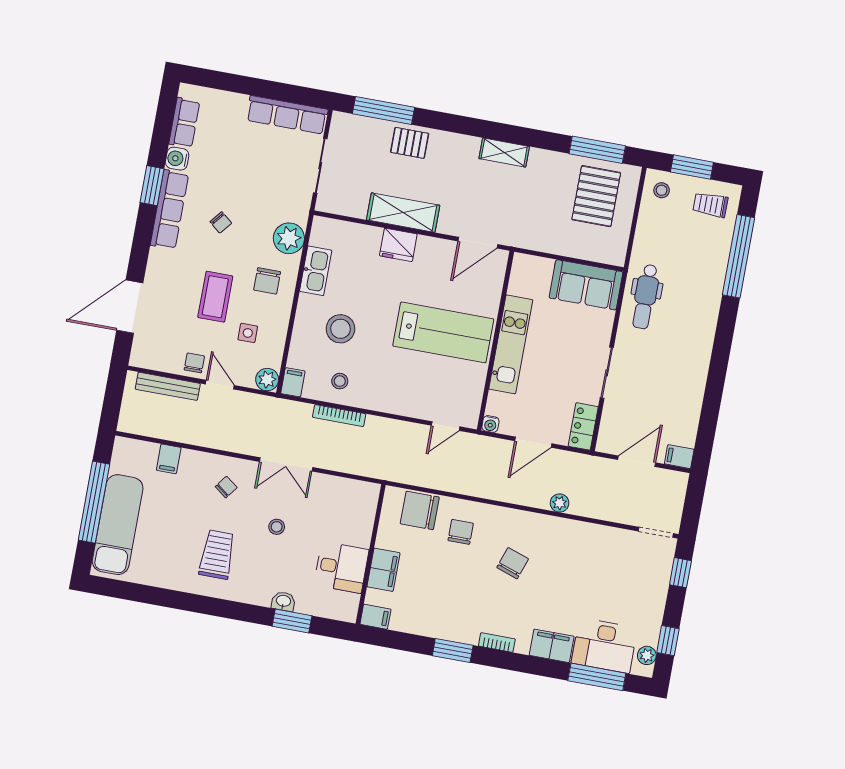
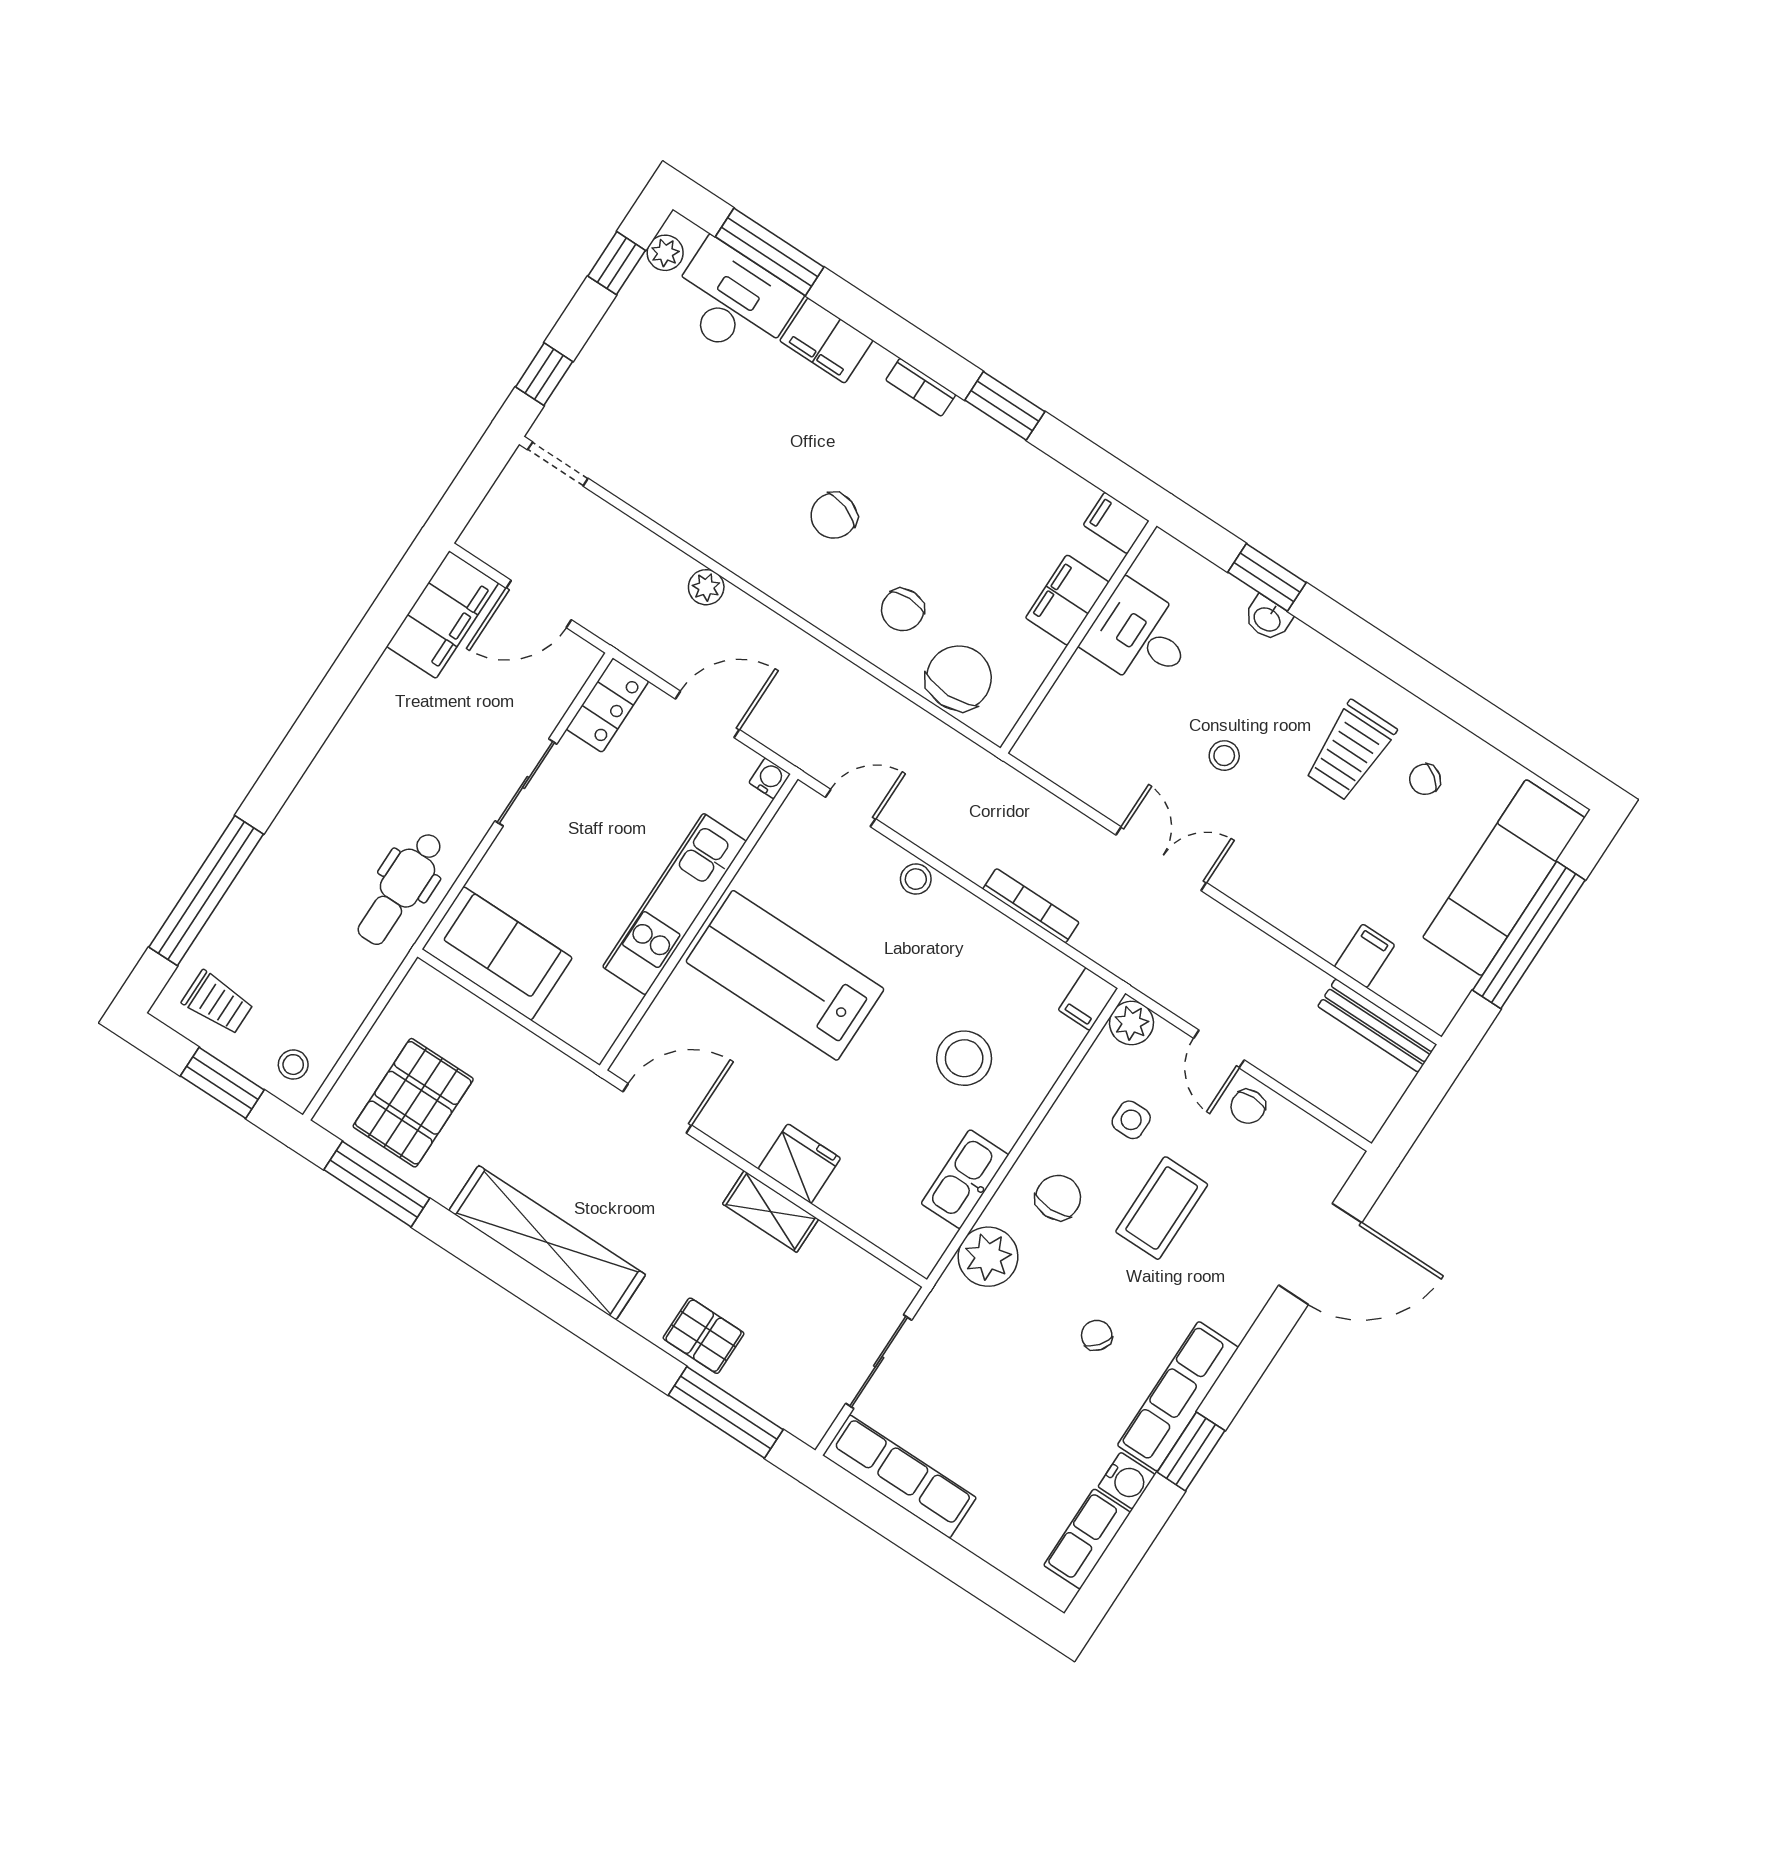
shelving: (504, 152) -> (547, 1243), width x2.20, depth x1.33
shelving: (403, 213) -> (771, 1212), width x0.67, depth x0.75
dental chair: (645, 297) -> (401, 888), turned 180
stool: (340, 381) -> (916, 879), moved
bench: (168, 386) -> (1377, 1025), moved
filing cabinet: (679, 457) -> (443, 615), width x3.00, depth x1.17
chair: (226, 487) -> (1425, 779), moved
chair: (420, 510) -> (959, 678), turned -90

